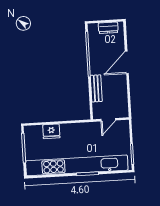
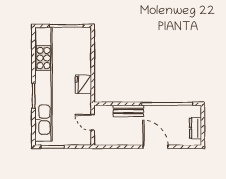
fridge: (51, 131) -> (83, 84), moved

